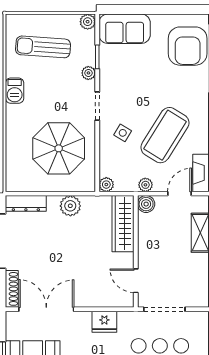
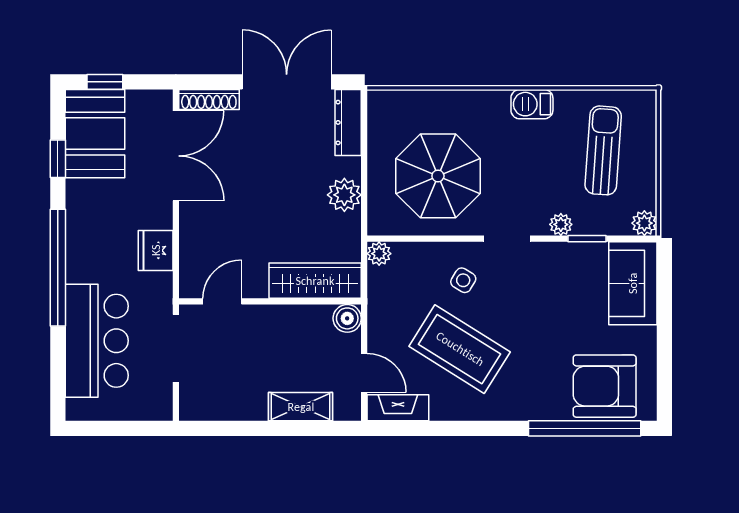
plant: (145, 185) -> (379, 317), removed

